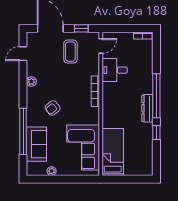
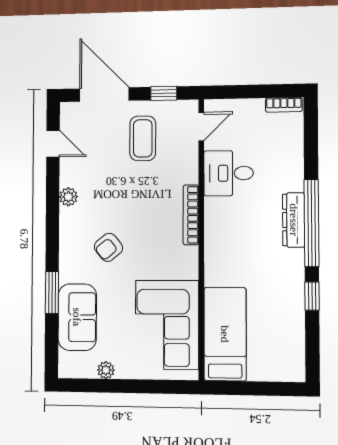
door: (23, 54) -> (53, 144), swing flipped
dresser: (147, 108) -> (294, 220), moved
window: (23, 131) -> (52, 292), width x0.47

